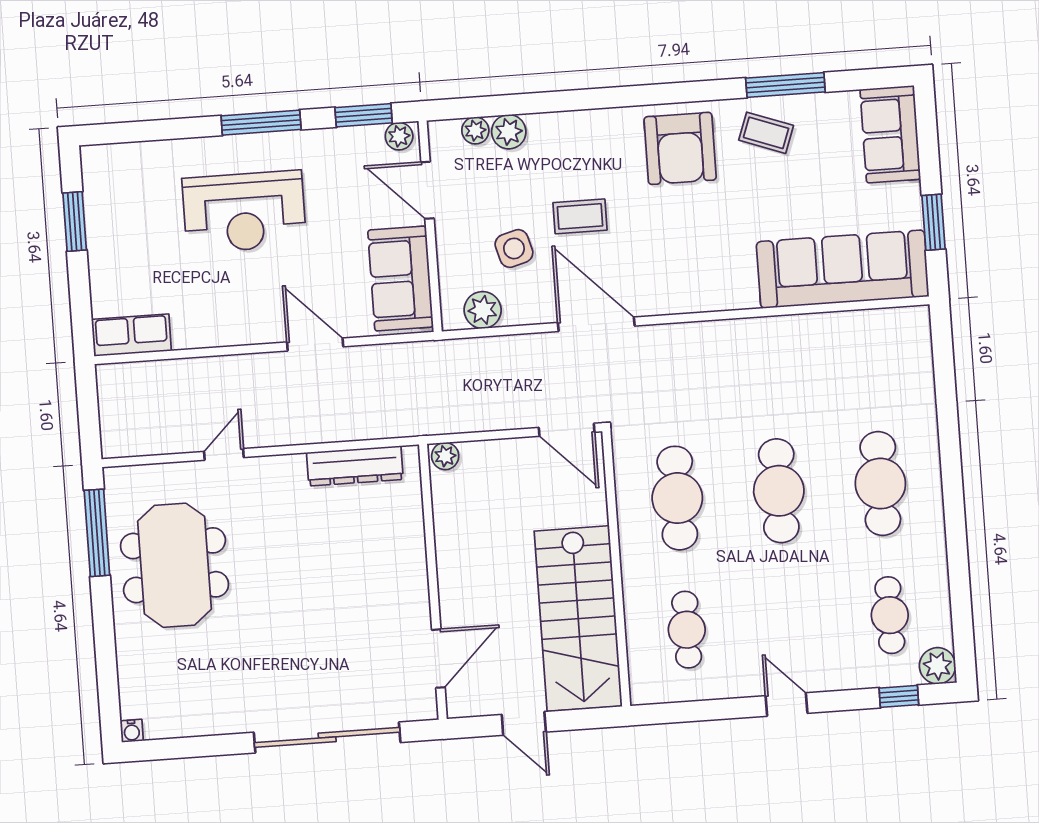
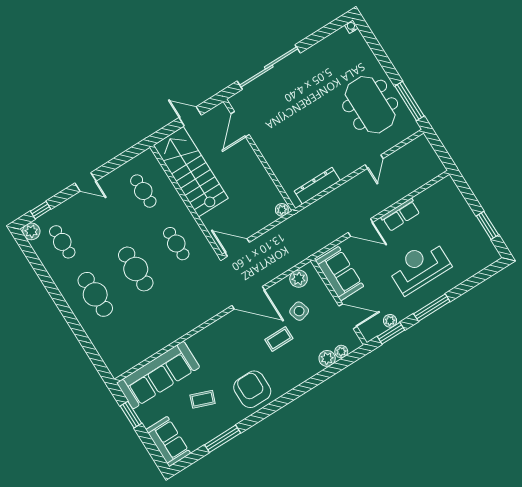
coffee table: (766, 133) -> (203, 399), moved
plant: (399, 136) -> (390, 321), moved
row of seats: (131, 335) -> (400, 215), moved
cafe table: (677, 498) -> (176, 244), width x0.73, depth x0.74

